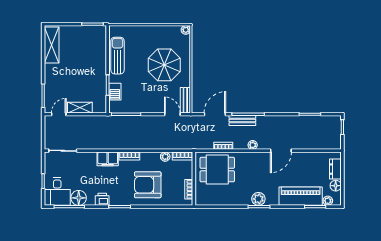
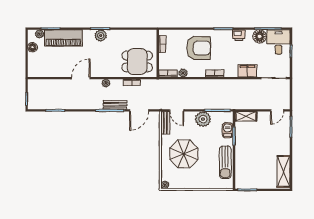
plant: (143, 104) -> (203, 119), added
shelving: (80, 108) -> (246, 116), moved
filing cabinet: (108, 159) -> (247, 71), moved
dresser: (335, 169) -> (33, 62), removed

